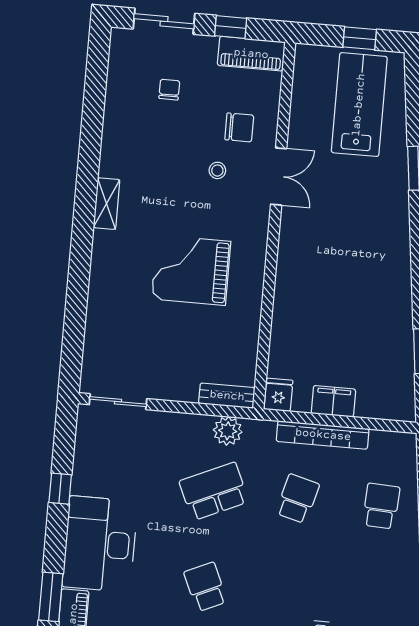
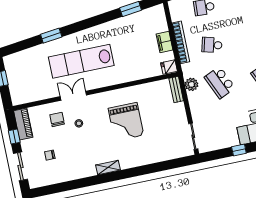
lab bench: (359, 105) -> (81, 61), moved, width x1.36

